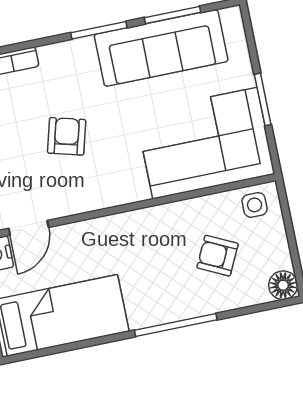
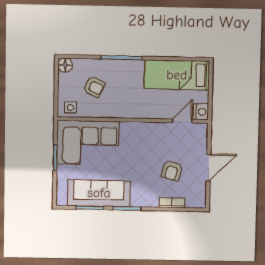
armchair: (67, 136) -> (172, 171), moved

